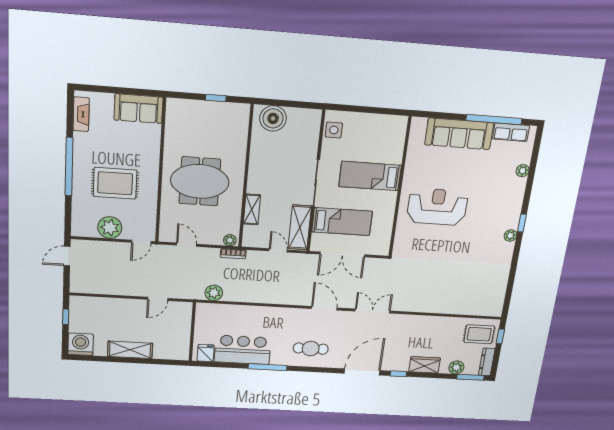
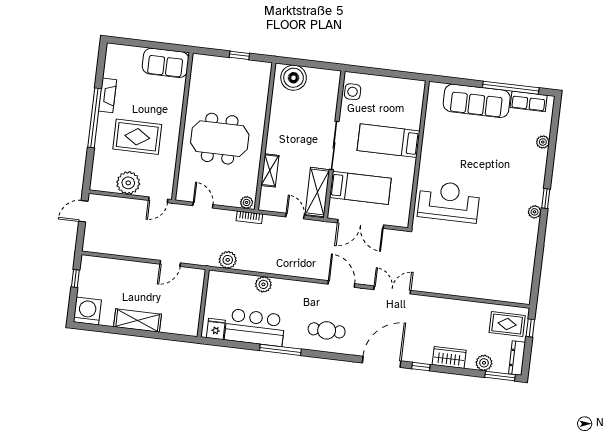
fireplace: (81, 114) -> (108, 95), moved
reception desk: (437, 207) -> (449, 201), moved
plant: (249, 312) -> (263, 284), added

